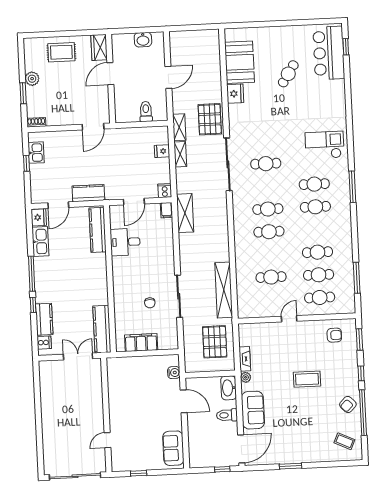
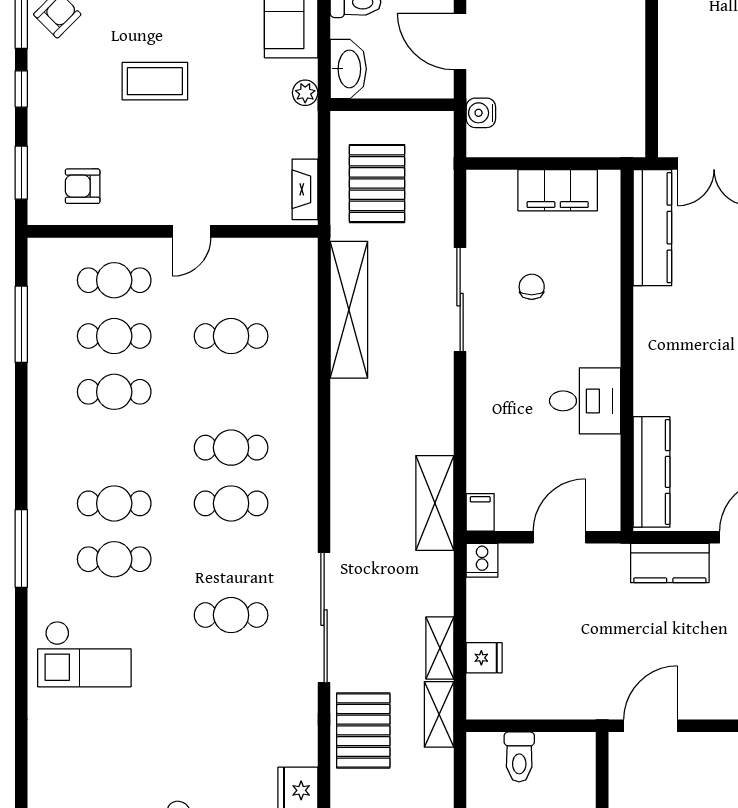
desk: (125, 242) -> (585, 401), moved
fireplace: (245, 359) -> (305, 189), moved

